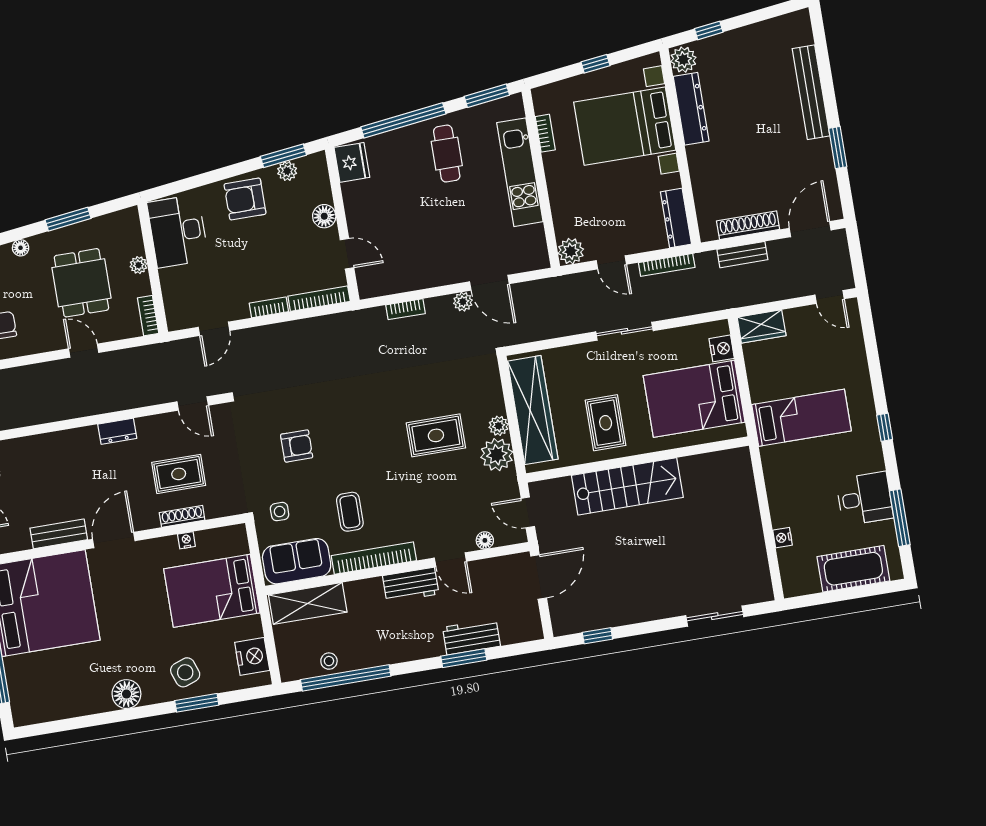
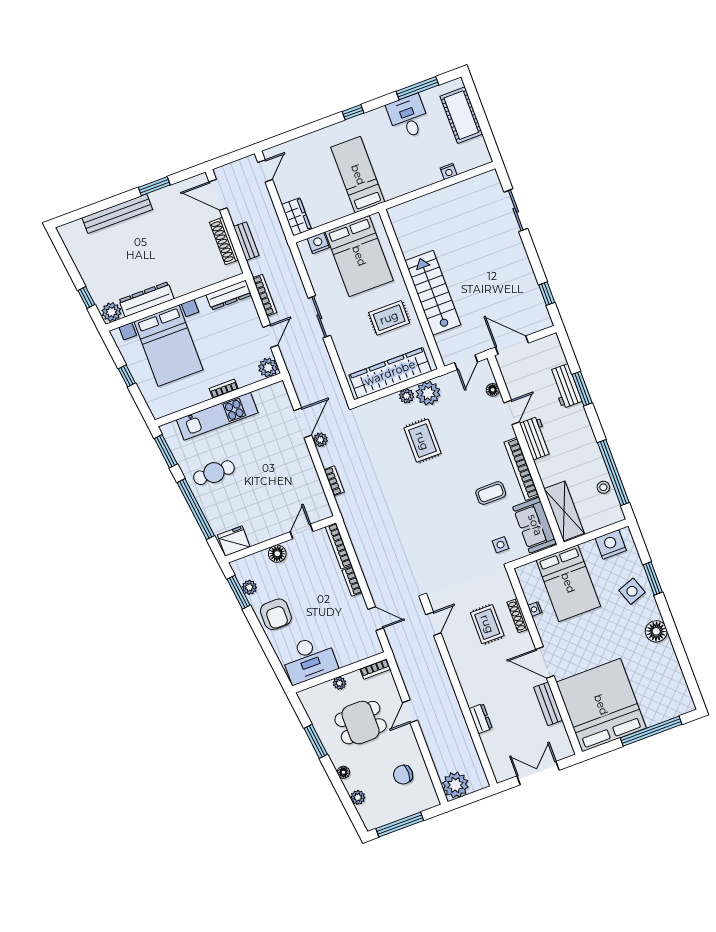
bookcase: (545, 133) -> (224, 389), moved
dresser: (117, 431) -> (481, 719), moved
armchair: (297, 446) -> (450, 541), removed

